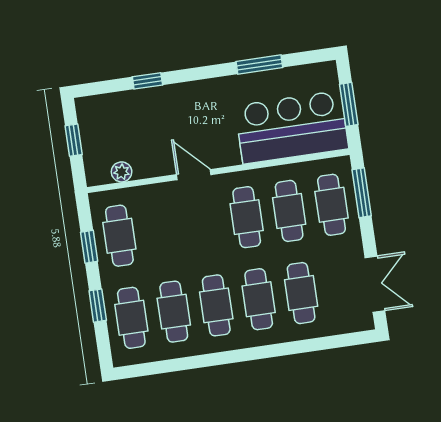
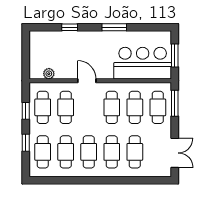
window: (259, 65) -> (114, 27), moved
window: (74, 140) -> (26, 53), removed
cafe table: (162, 230) -> (66, 107), added

